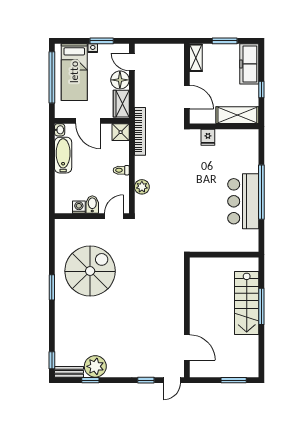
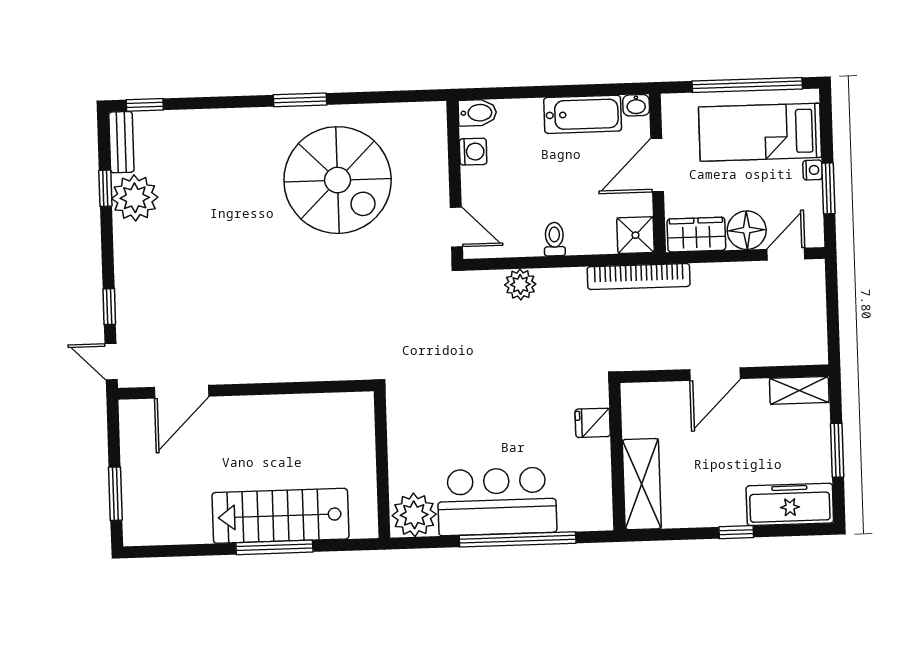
shelving: (237, 115) -> (642, 484), moved
wall: (224, 126) -> (617, 457), moved
fridge: (208, 137) -> (593, 423), moved
bidet: (92, 204) -> (477, 113), moved
plant: (248, 240) -> (414, 515), added

